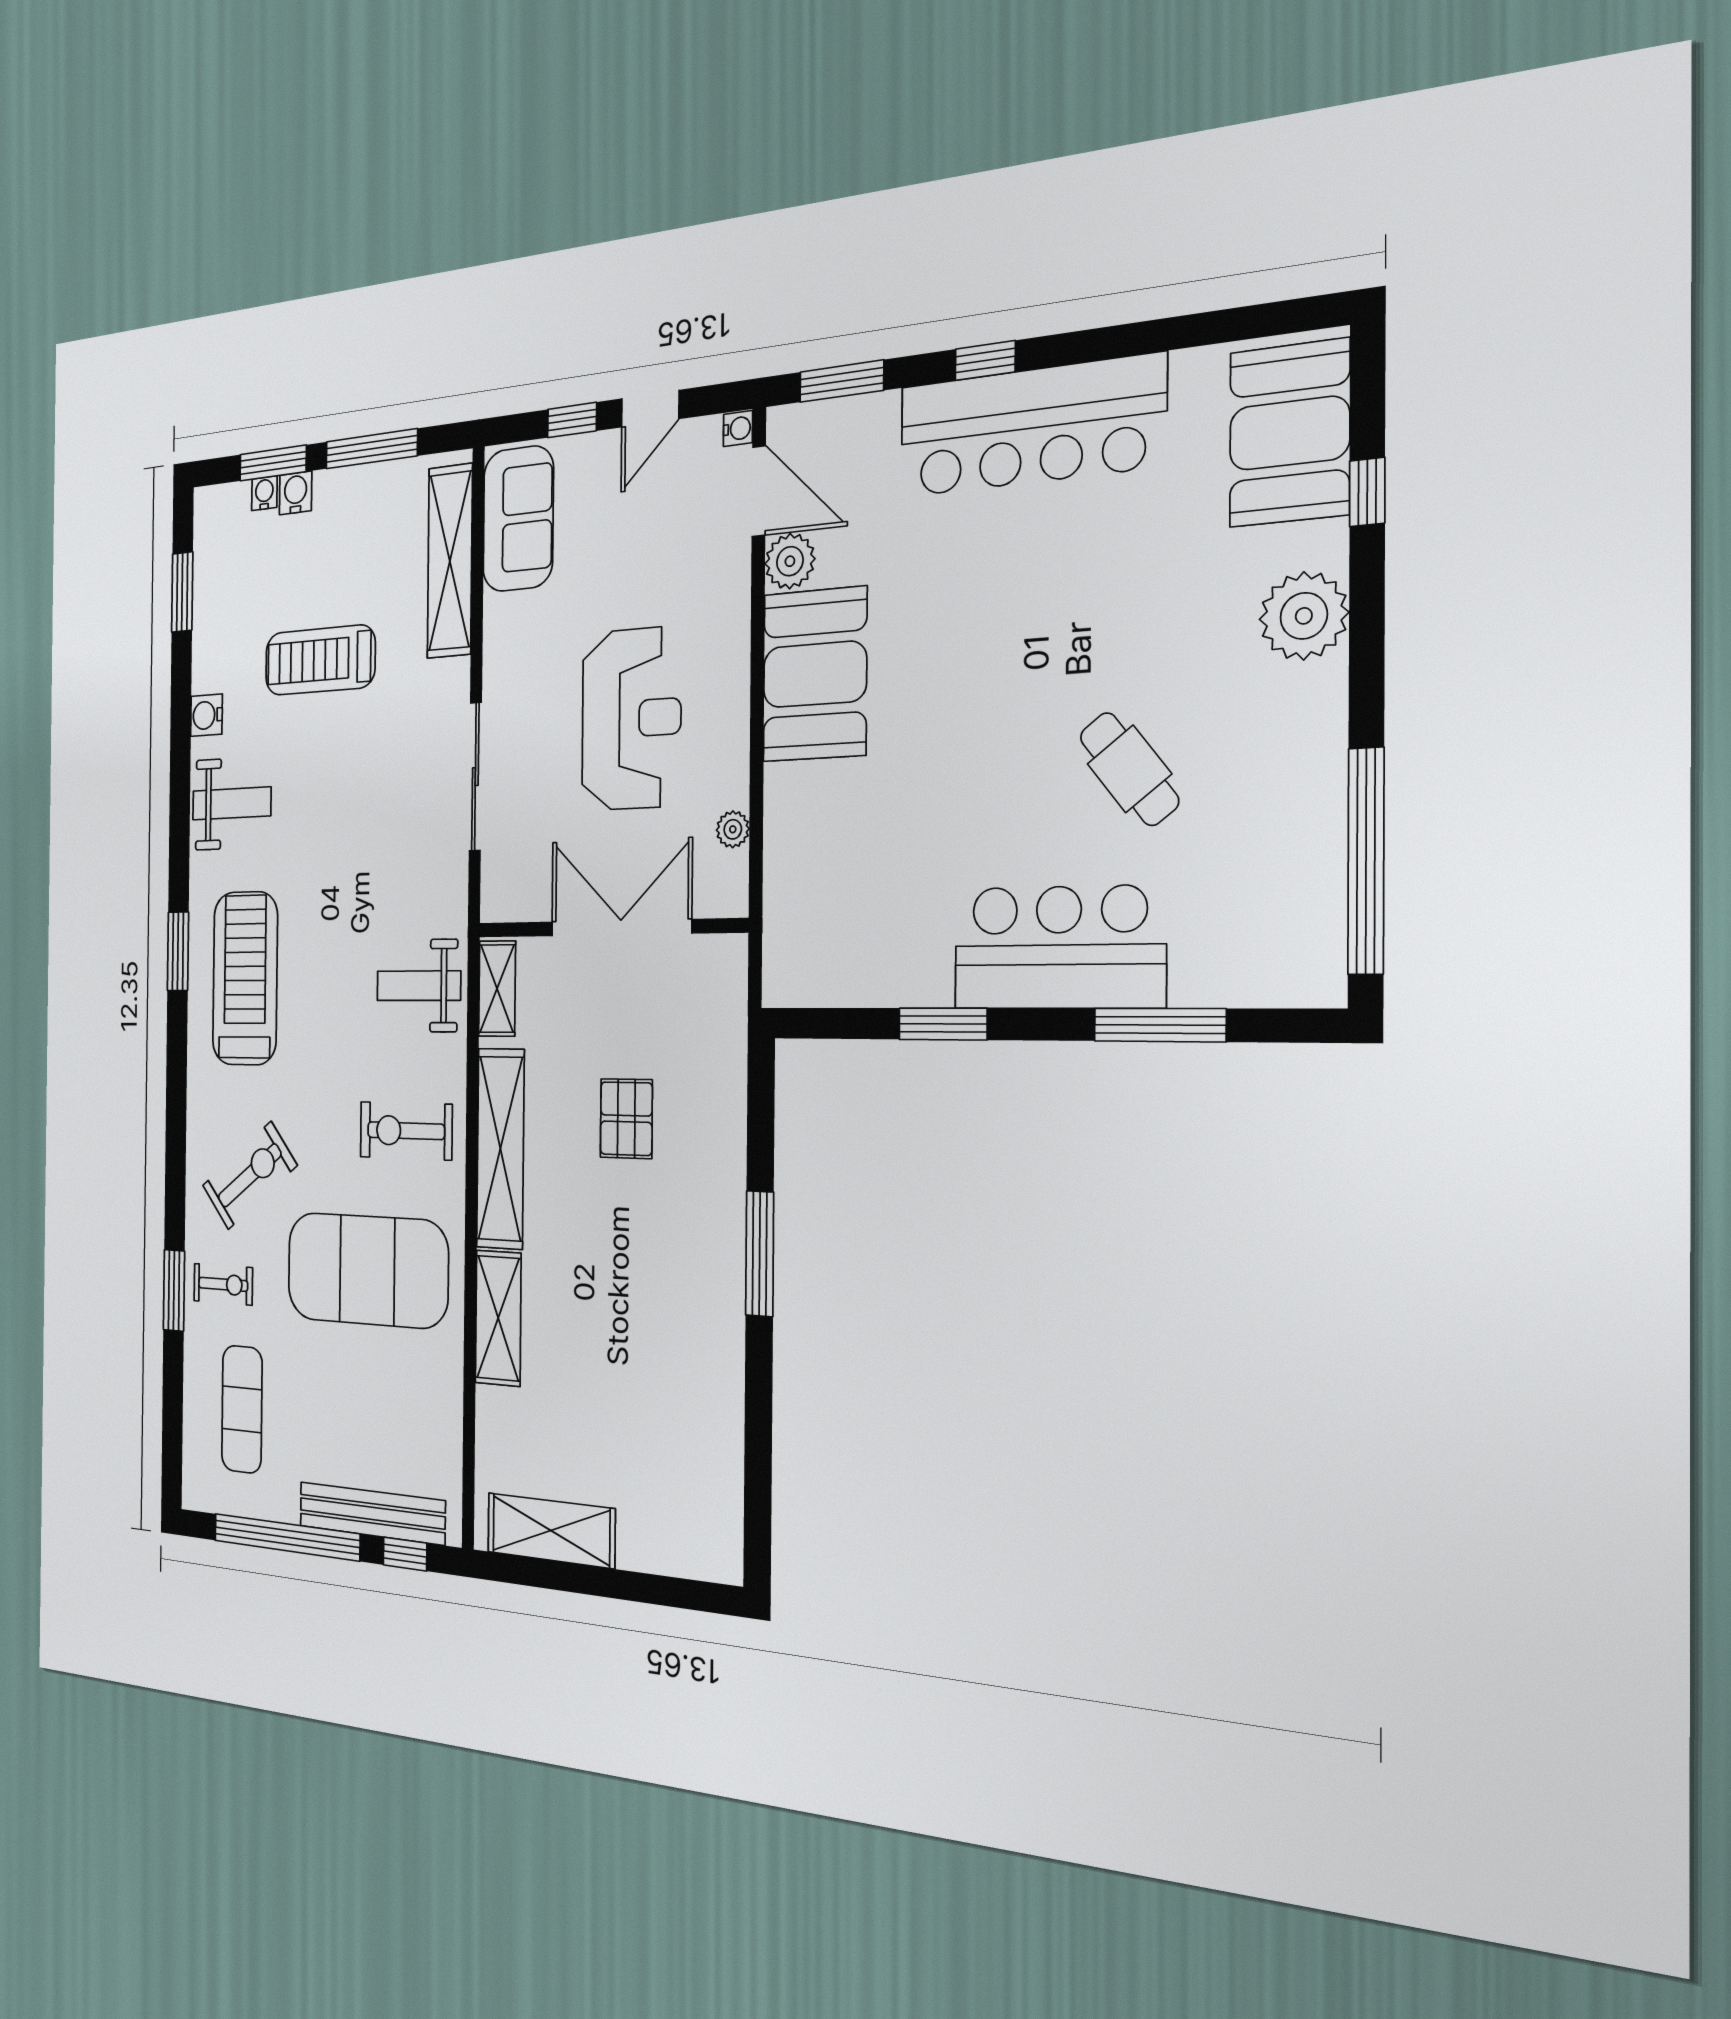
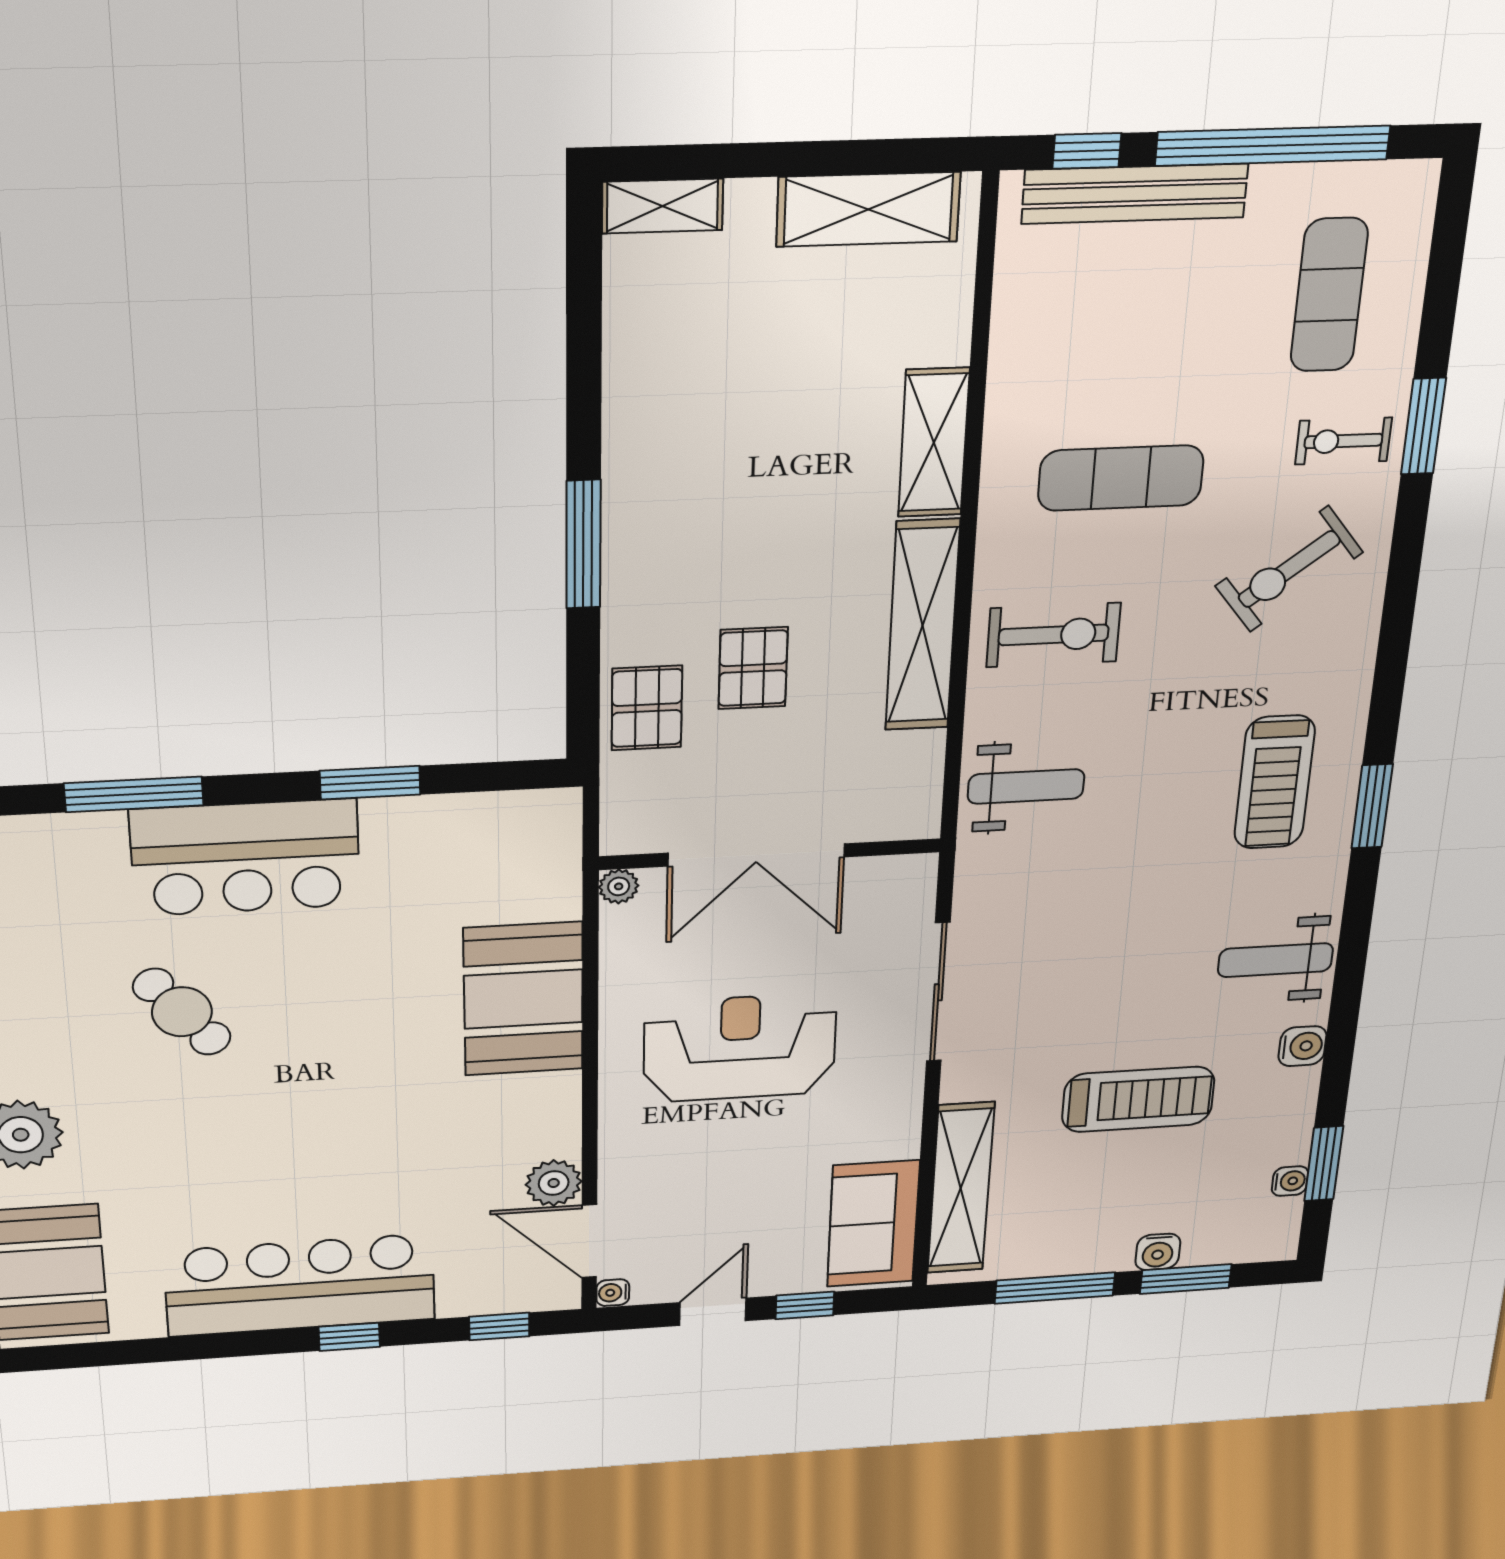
window: (842, 381) -> (499, 1326), width x0.67
water cooler: (264, 493) -> (1290, 1181), moved, turned -90
booth: (815, 674) -> (523, 999), moved
reception desk: (631, 719) -> (740, 1048), turned 90
plant: (733, 829) -> (619, 886), moved
treadmill: (245, 978) -> (1274, 782), width x0.73, depth x0.73
shelving: (497, 989) -> (662, 206), moved, turned 90
pallet: (709, 1086) -> (647, 708), added
exercise mat: (367, 1270) -> (1121, 478), width x0.50, depth x0.69

